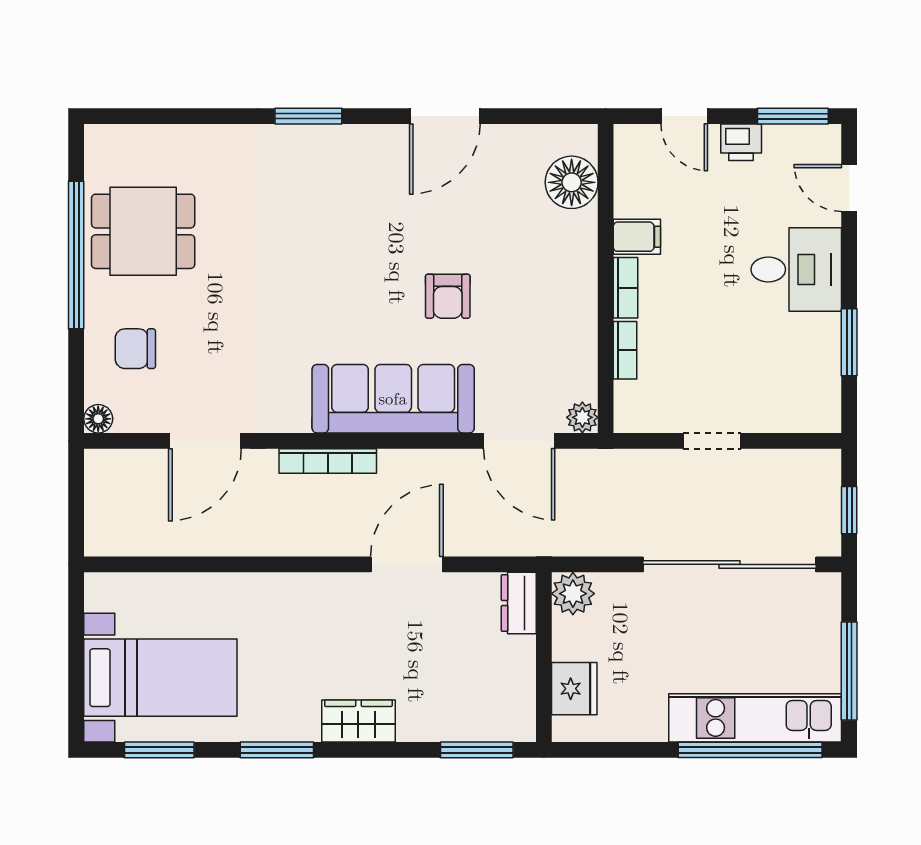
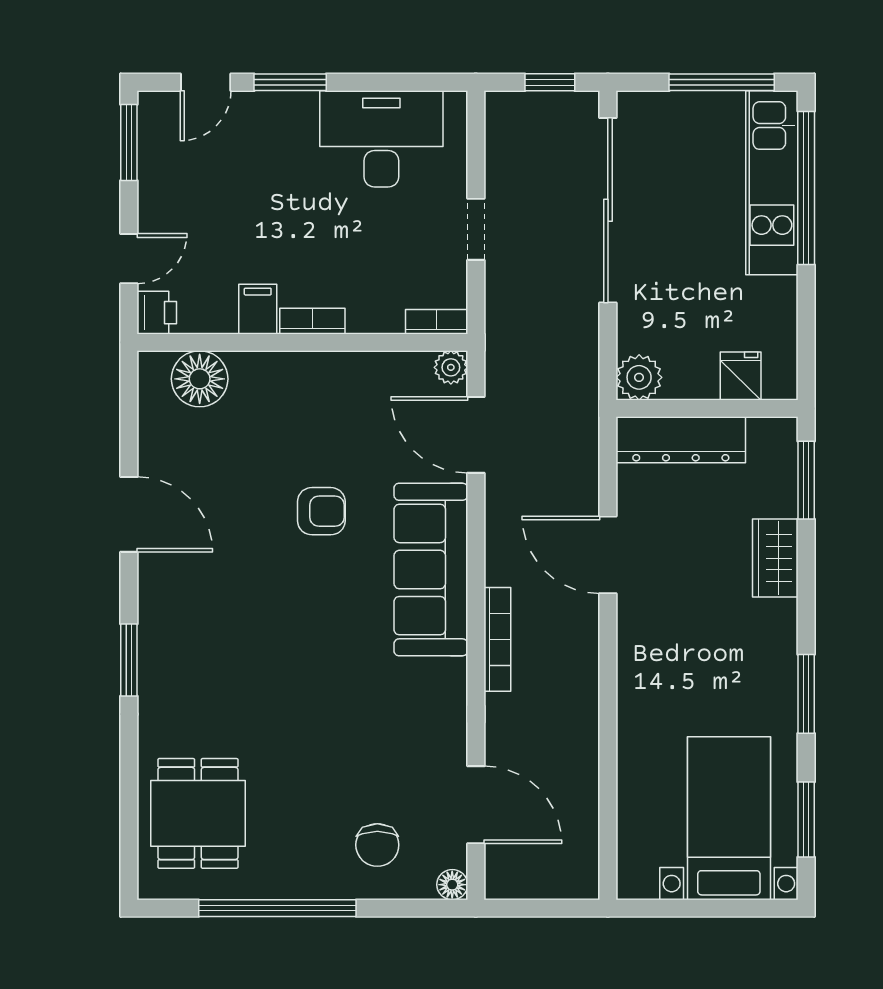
printer: (741, 142) -> (157, 313), moved
dining table: (143, 231) -> (198, 813), moved
desk: (796, 269) -> (381, 139), moved, width x1.37
window: (849, 342) -> (290, 82), moved
bookcase: (625, 350) -> (436, 322), moved
door: (205, 441) -> (476, 805), moved
door: (519, 441) -> (476, 435), swing flipped
dresser: (519, 603) -> (681, 440), width x1.96, depth x1.24
fridge: (574, 689) -> (741, 376), width x0.72
wardrobe: (358, 721) -> (775, 558), moved

